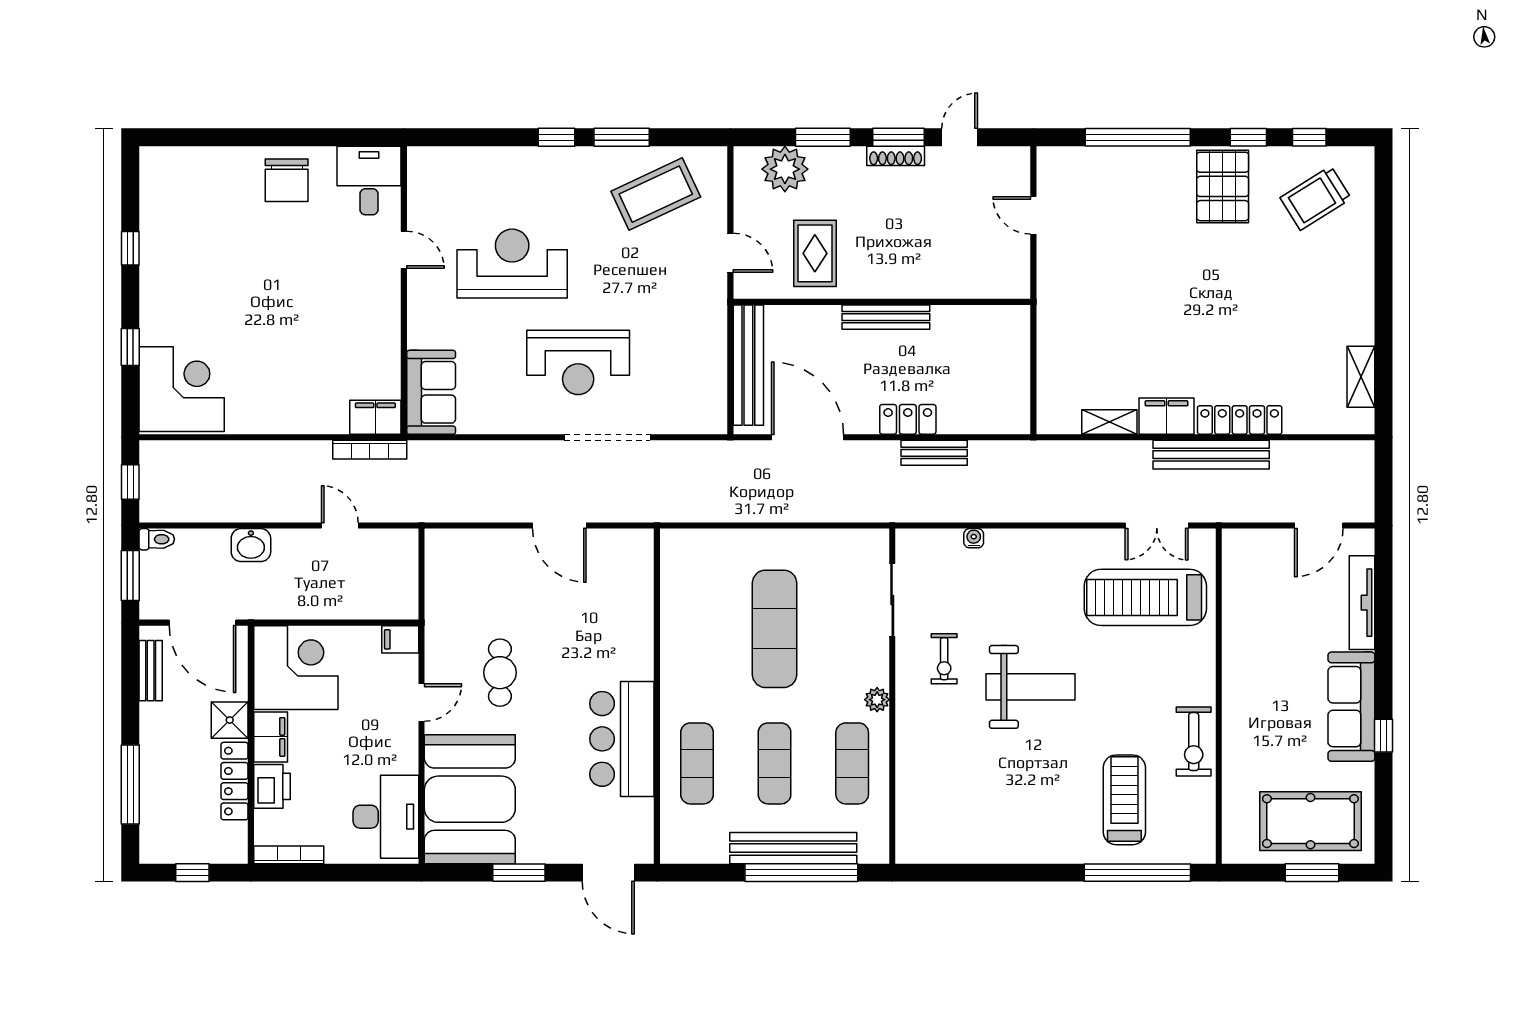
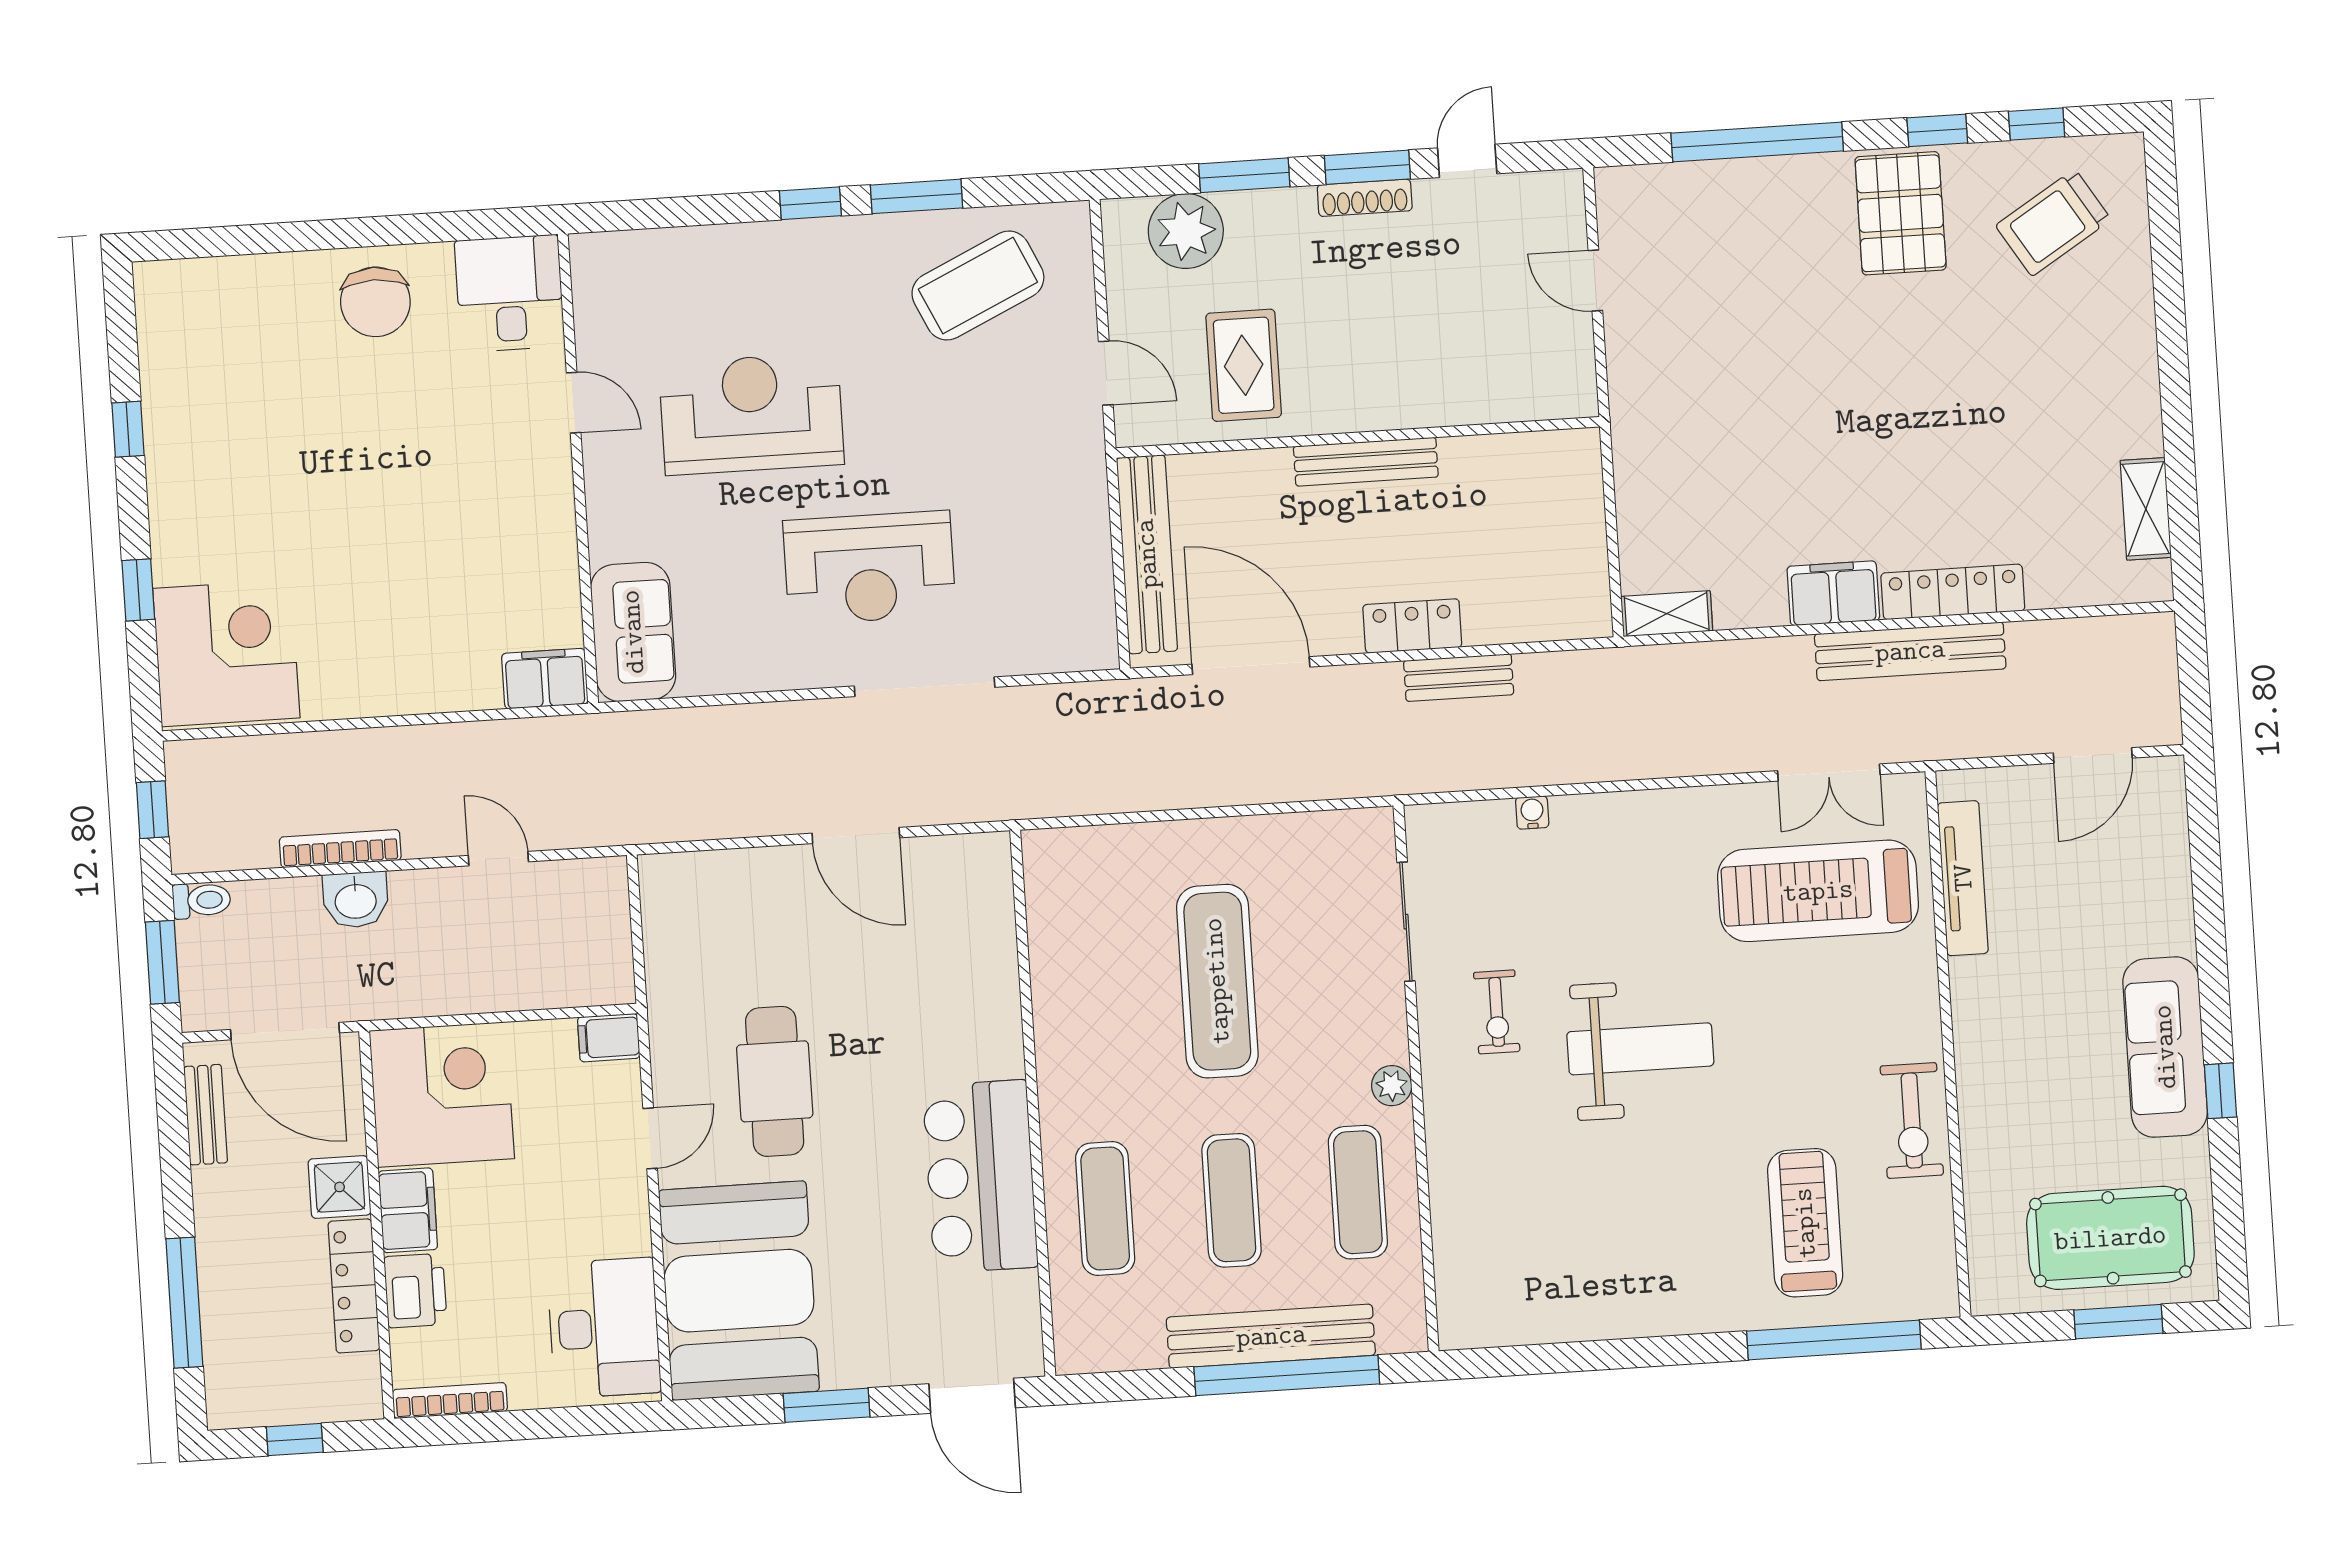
shelving: (1109, 422) -> (1667, 614), moved
bookcase: (370, 450) -> (340, 849), moved, turned 180
tv unit: (1362, 603) -> (1963, 878), moved, turned 180
cafe table: (500, 673) -> (775, 1081), width x1.37, depth x1.35

